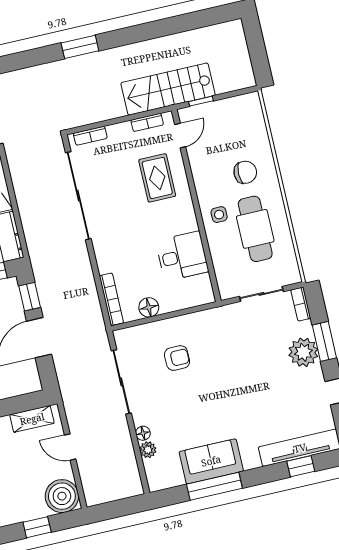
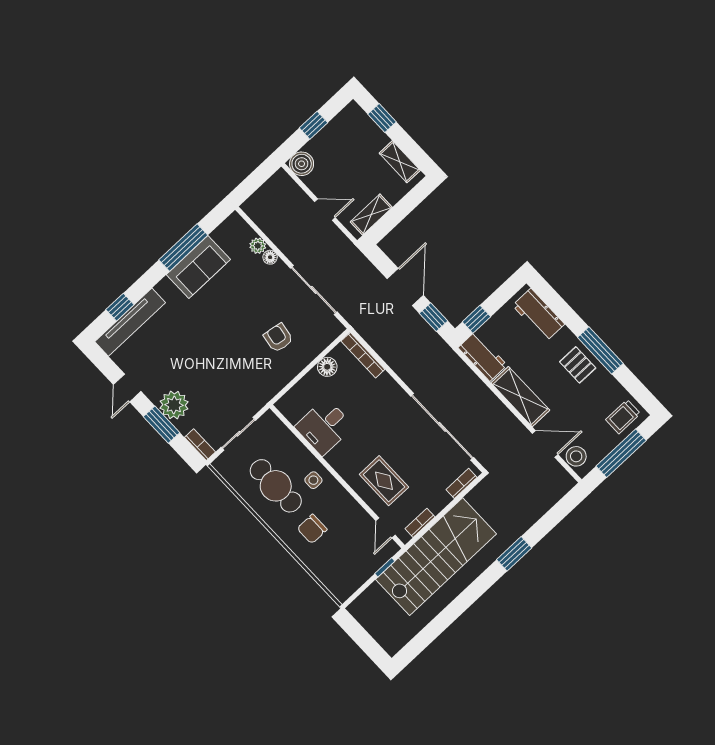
stairs: (168, 89) -> (436, 557), width x1.36, depth x1.51
armchair: (177, 358) -> (278, 338), turned 99
boiler: (62, 496) -> (302, 164), width x0.73, depth x0.73

